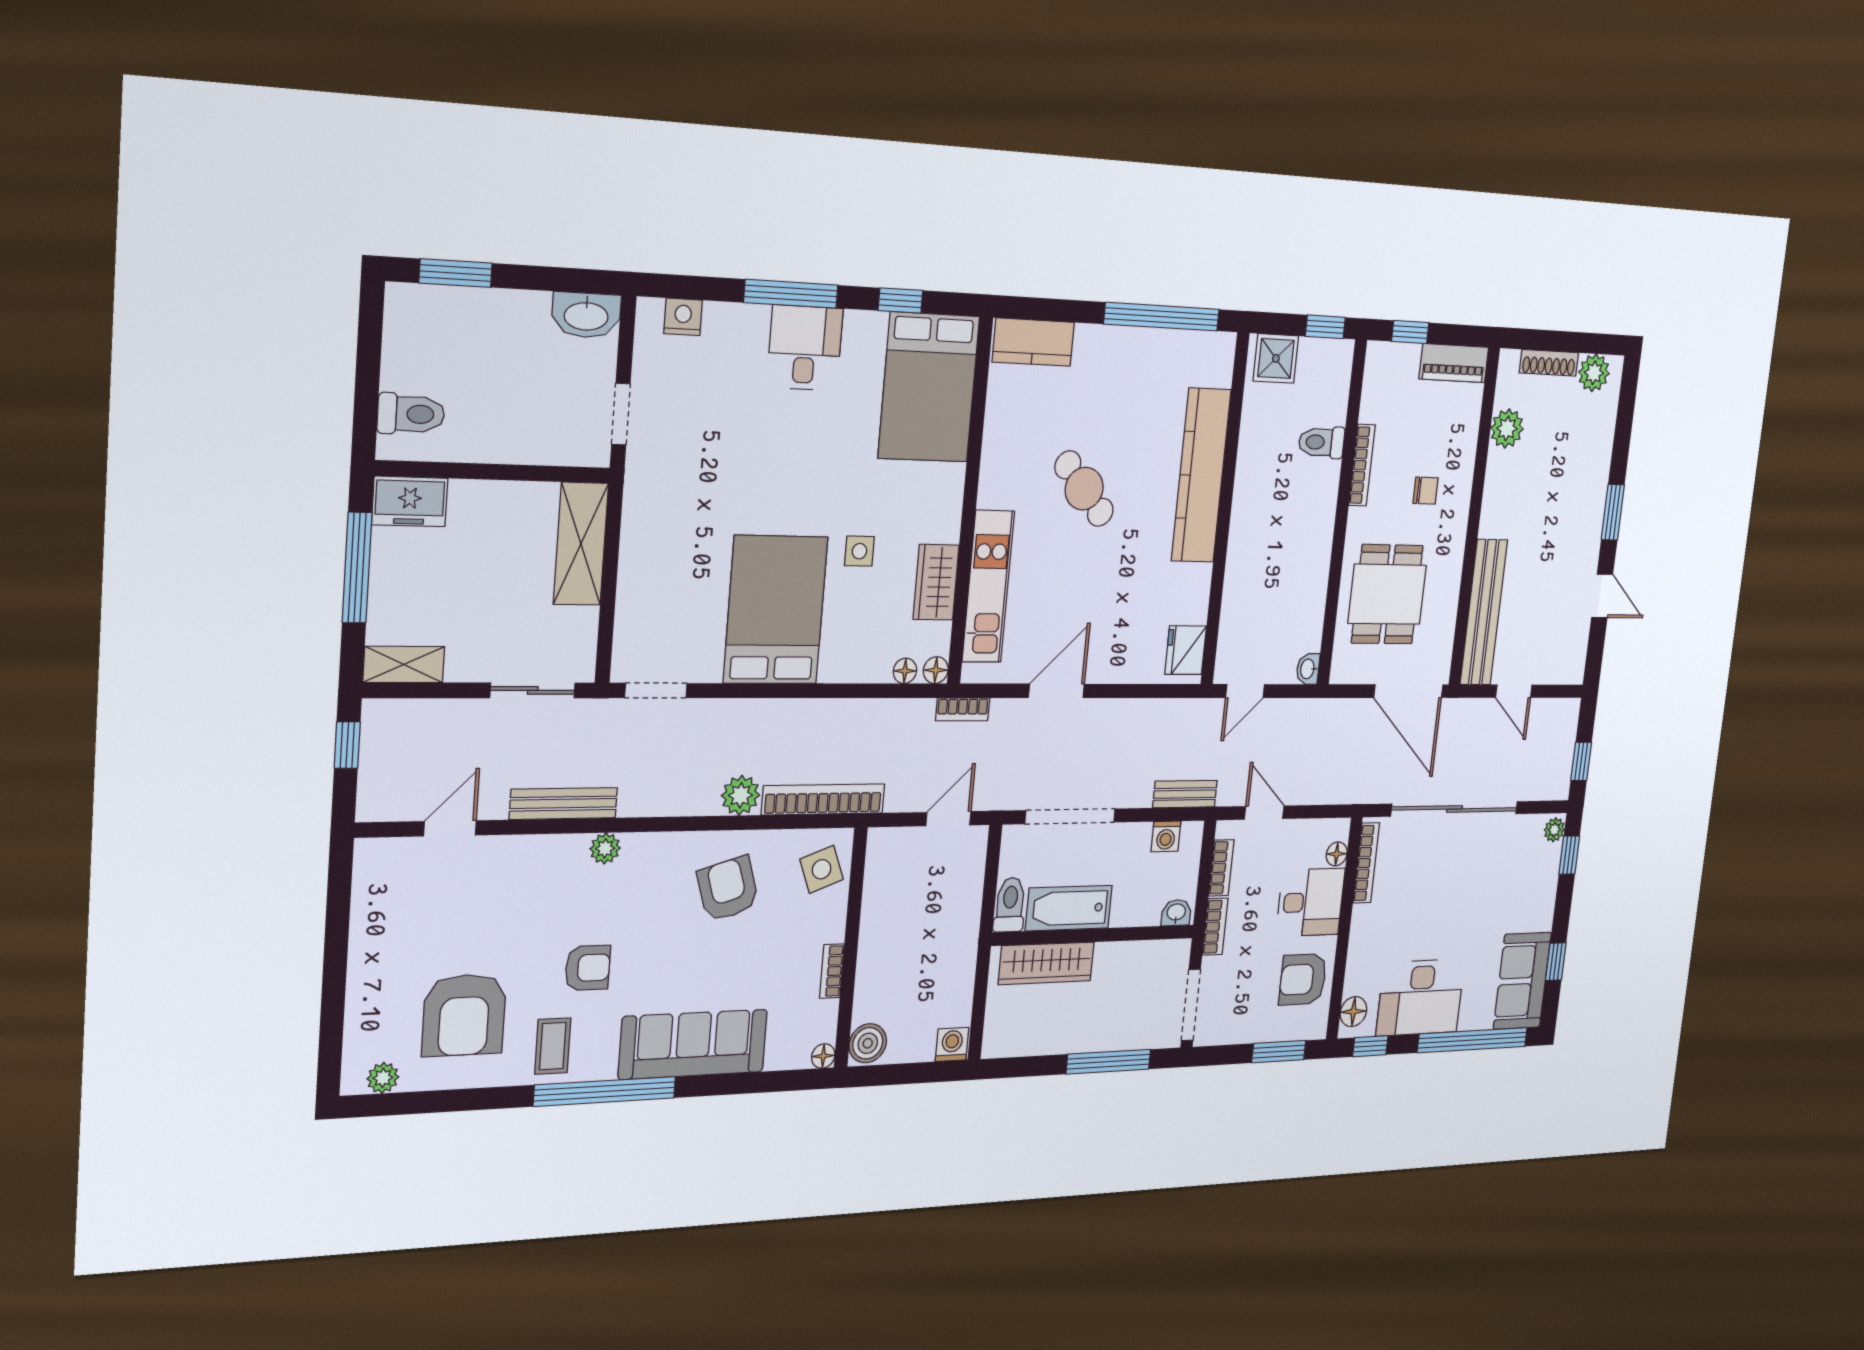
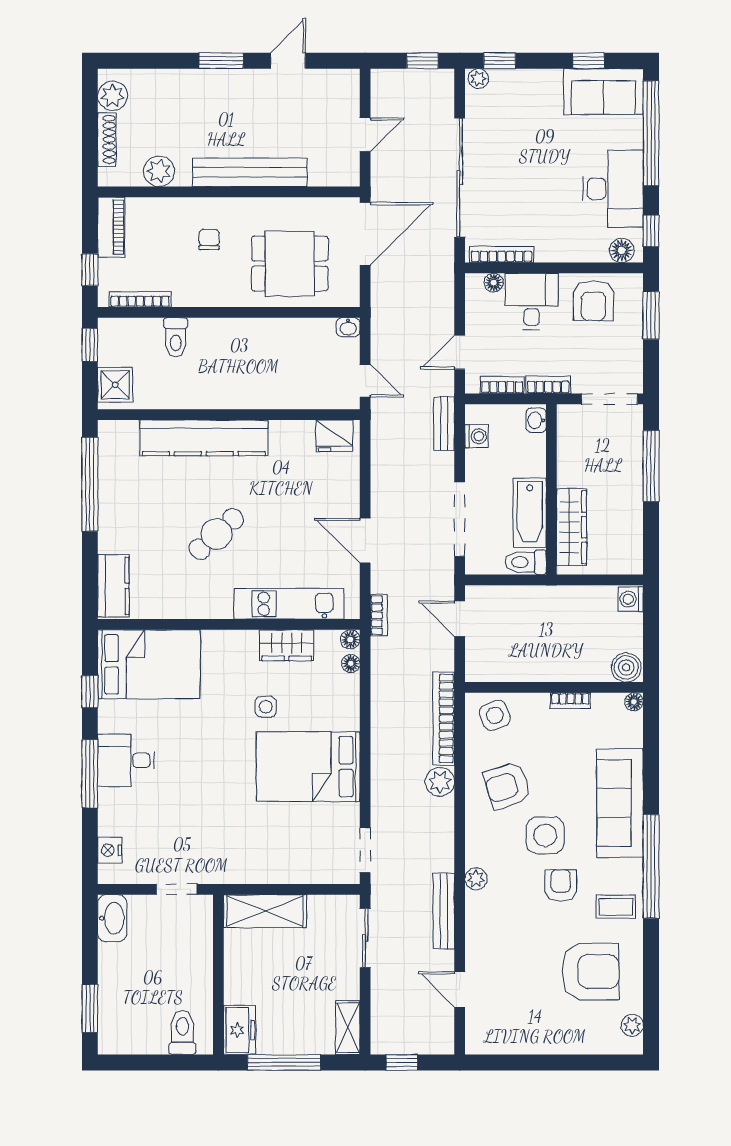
bookcase: (1362, 465) -> (140, 299), moved
bench: (1484, 612) -> (250, 172), moved
side table: (658, 944) -> (545, 835), added

